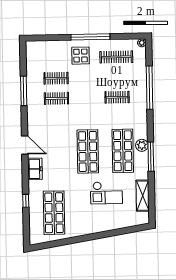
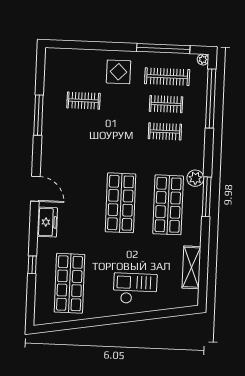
window: (90, 37) -> (163, 48), moved
window: (149, 88) -> (211, 98), moved
clothes rail: (56, 98) -> (166, 104), moved
plant: (142, 145) -> (195, 178), moved
window: (151, 157) -> (207, 197), moved
checkout: (106, 193) -> (135, 289), moved, turned 180

